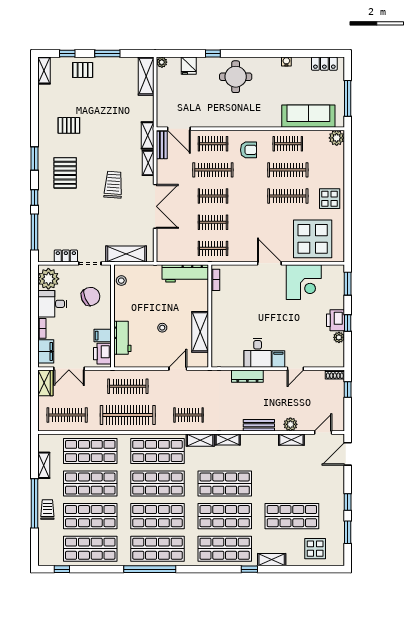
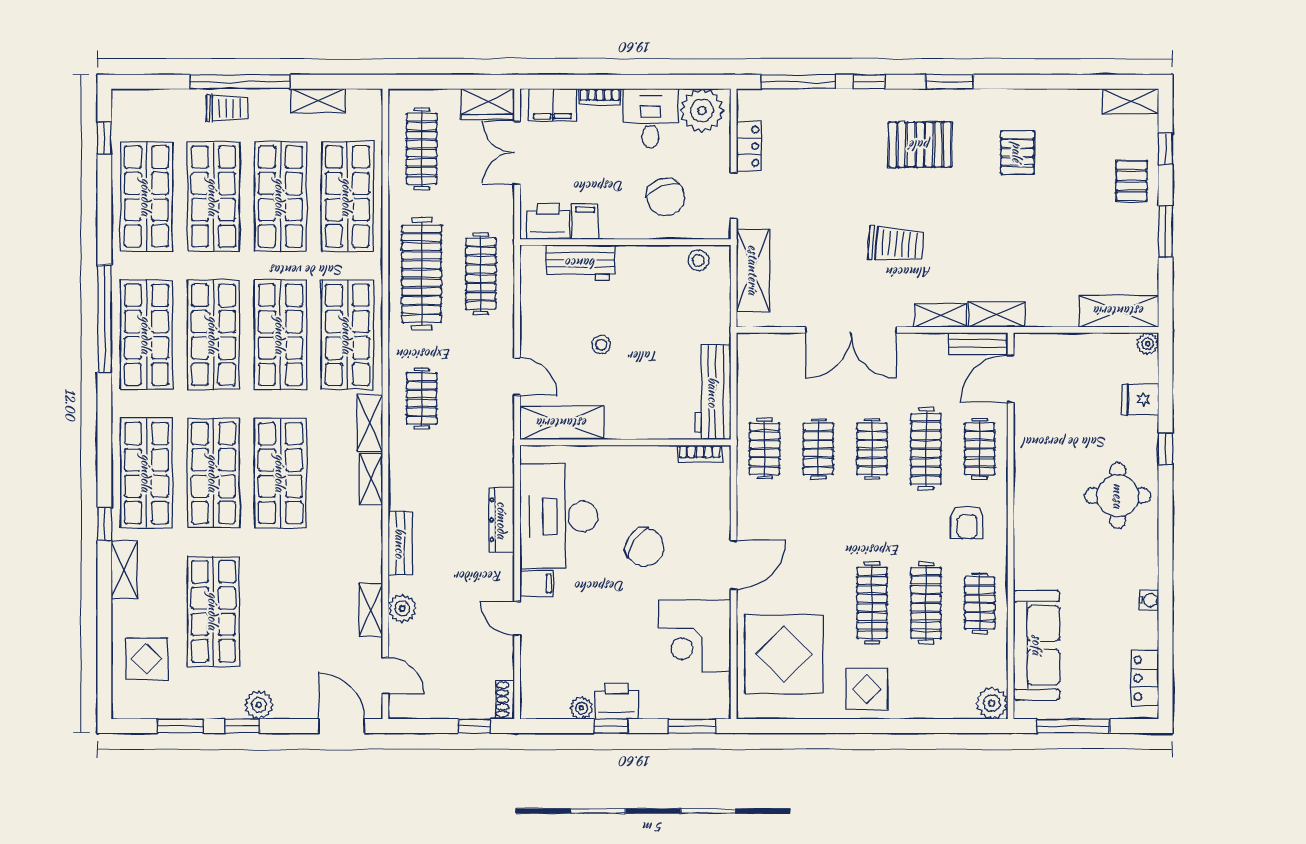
chair: (261, 307) -> (645, 547), added
shelving: (200, 332) -> (562, 423), moved
desk: (258, 353) -> (559, 516), width x1.87, depth x1.30
plant: (337, 494) -> (259, 705), added

